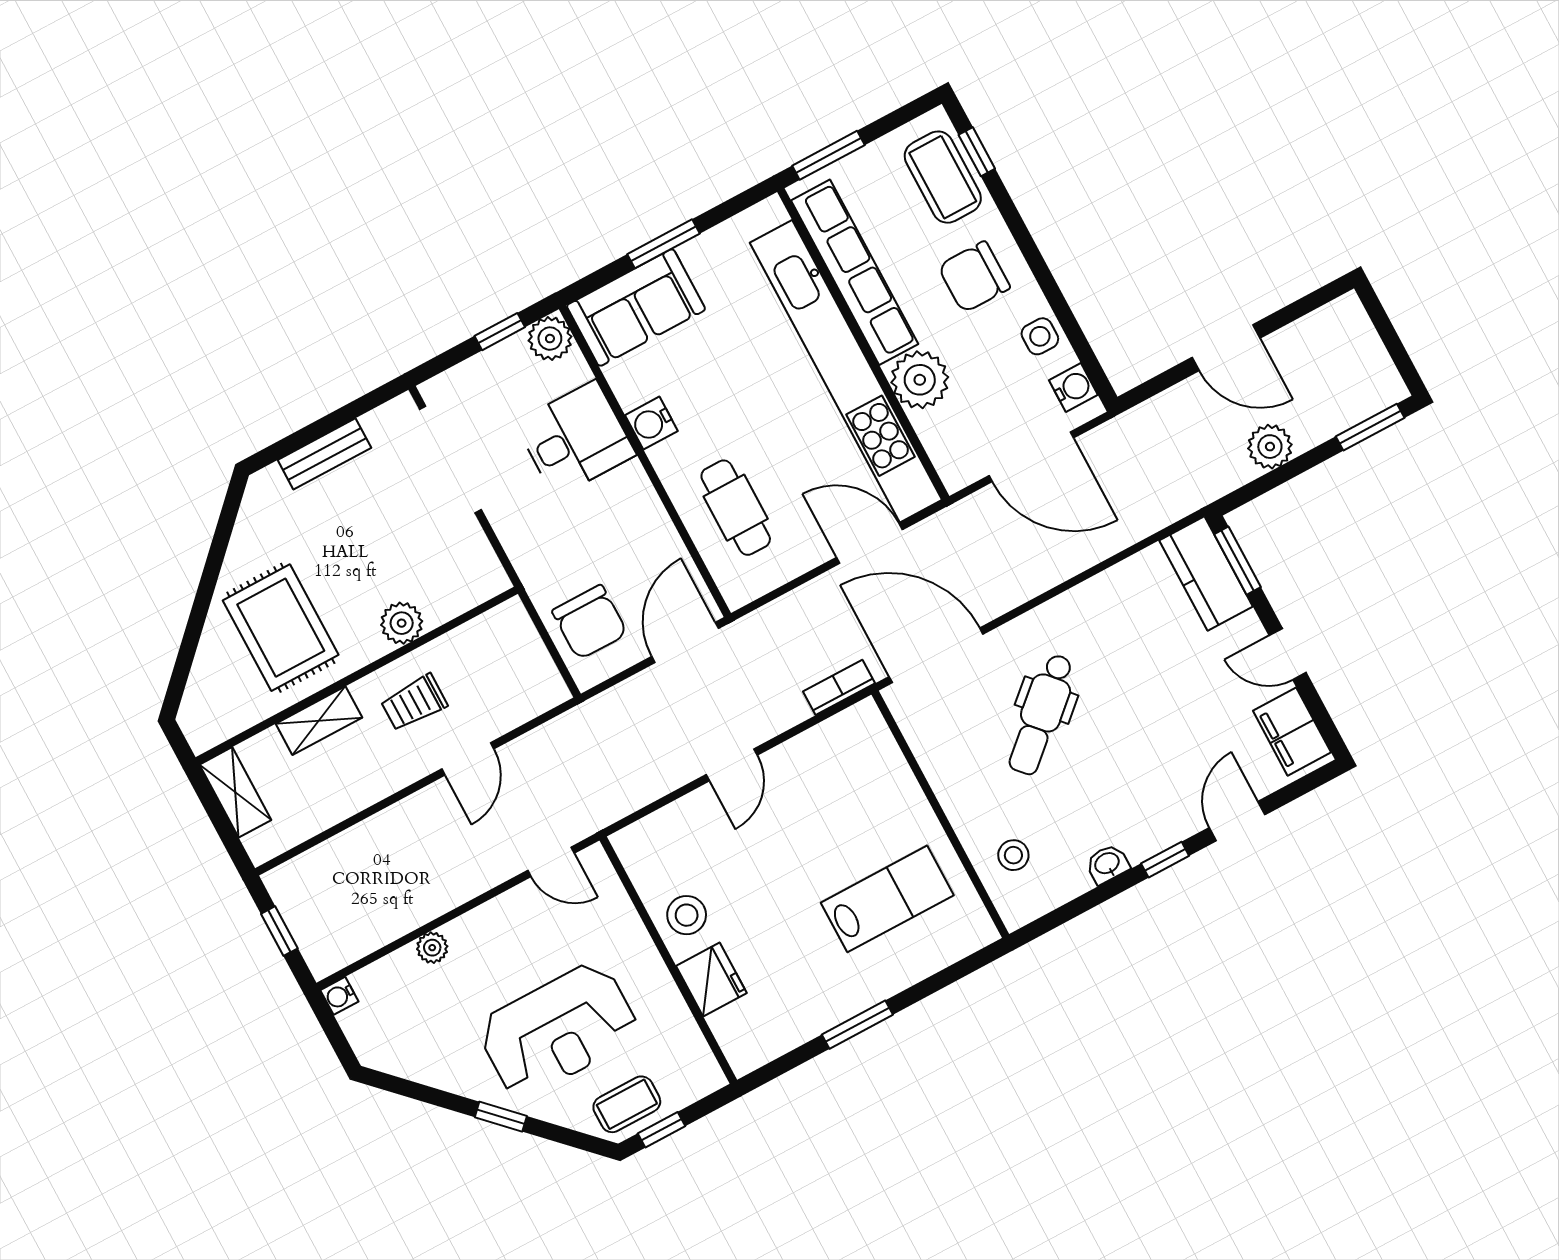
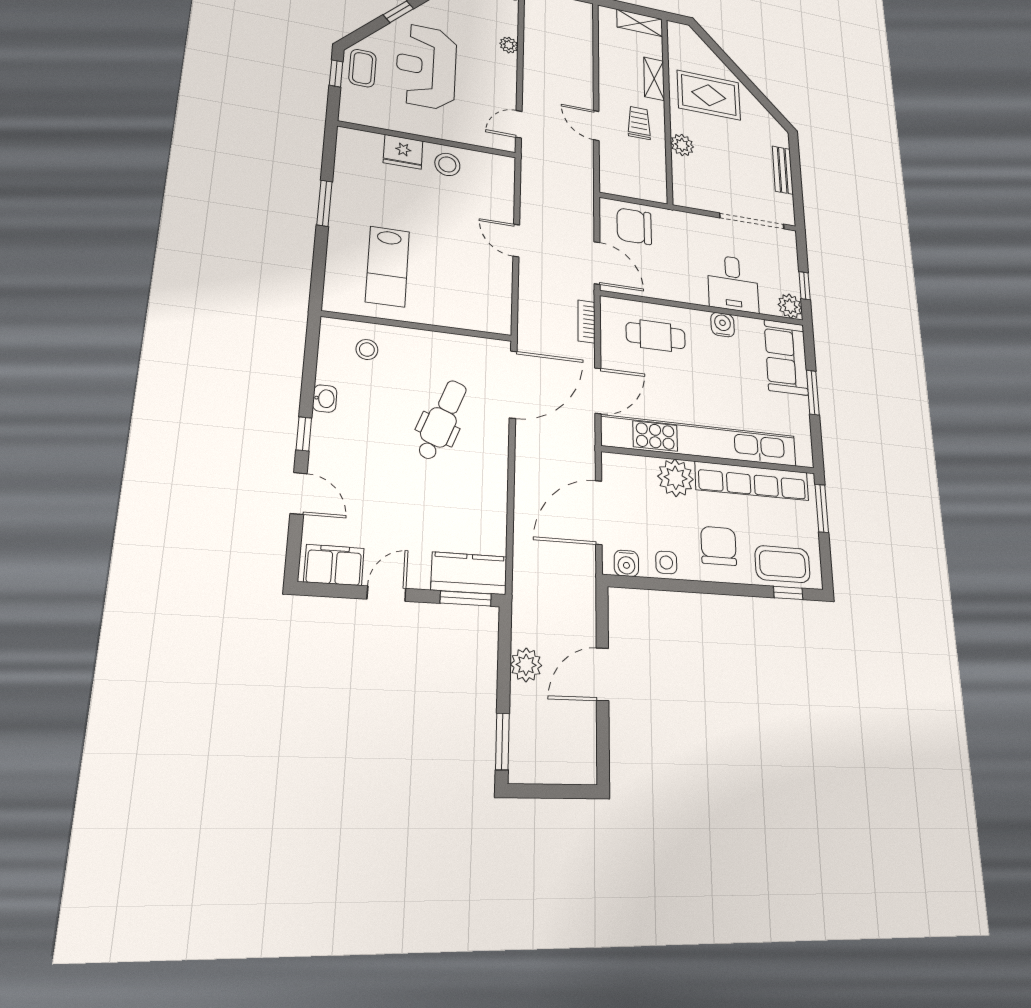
bookcase: (839, 687) -> (586, 322), moved, turned 180
dental chair: (1041, 714) -> (442, 420), turned 63

